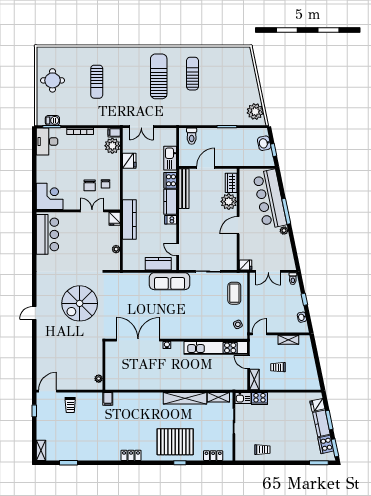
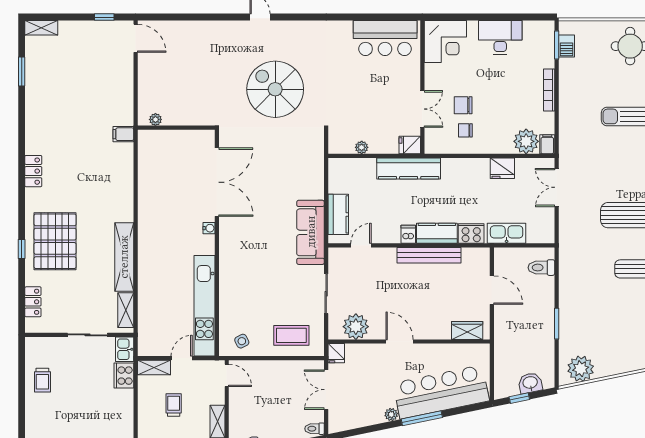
desk: (47, 141) -> (500, 37), moved
bench: (184, 189) -> (429, 255), moved
plant: (229, 202) -> (356, 327), moved
trolley: (70, 405) -> (114, 74), removed

